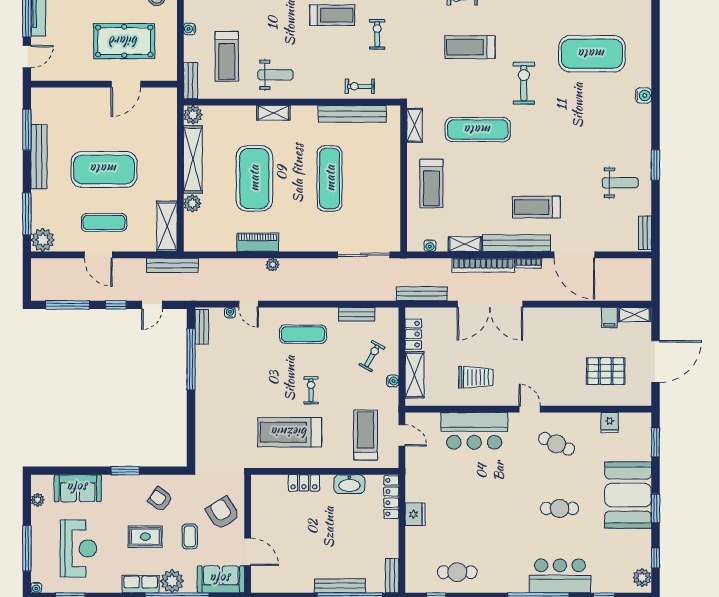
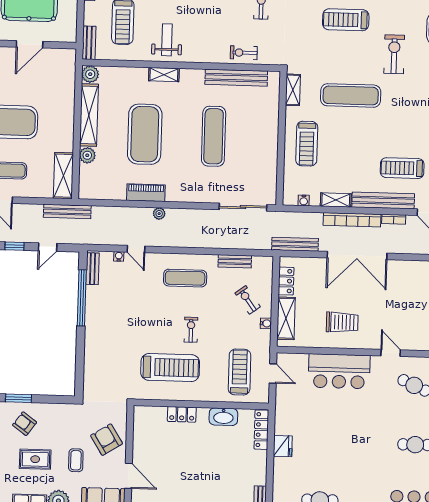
weight bench: (275, 75) -> (167, 40), turned -90
exercise bike: (372, 356) -> (248, 300), turned -65
treadmill: (290, 432) -> (170, 368), turned 180
armchair: (160, 499) -> (25, 424), moved

